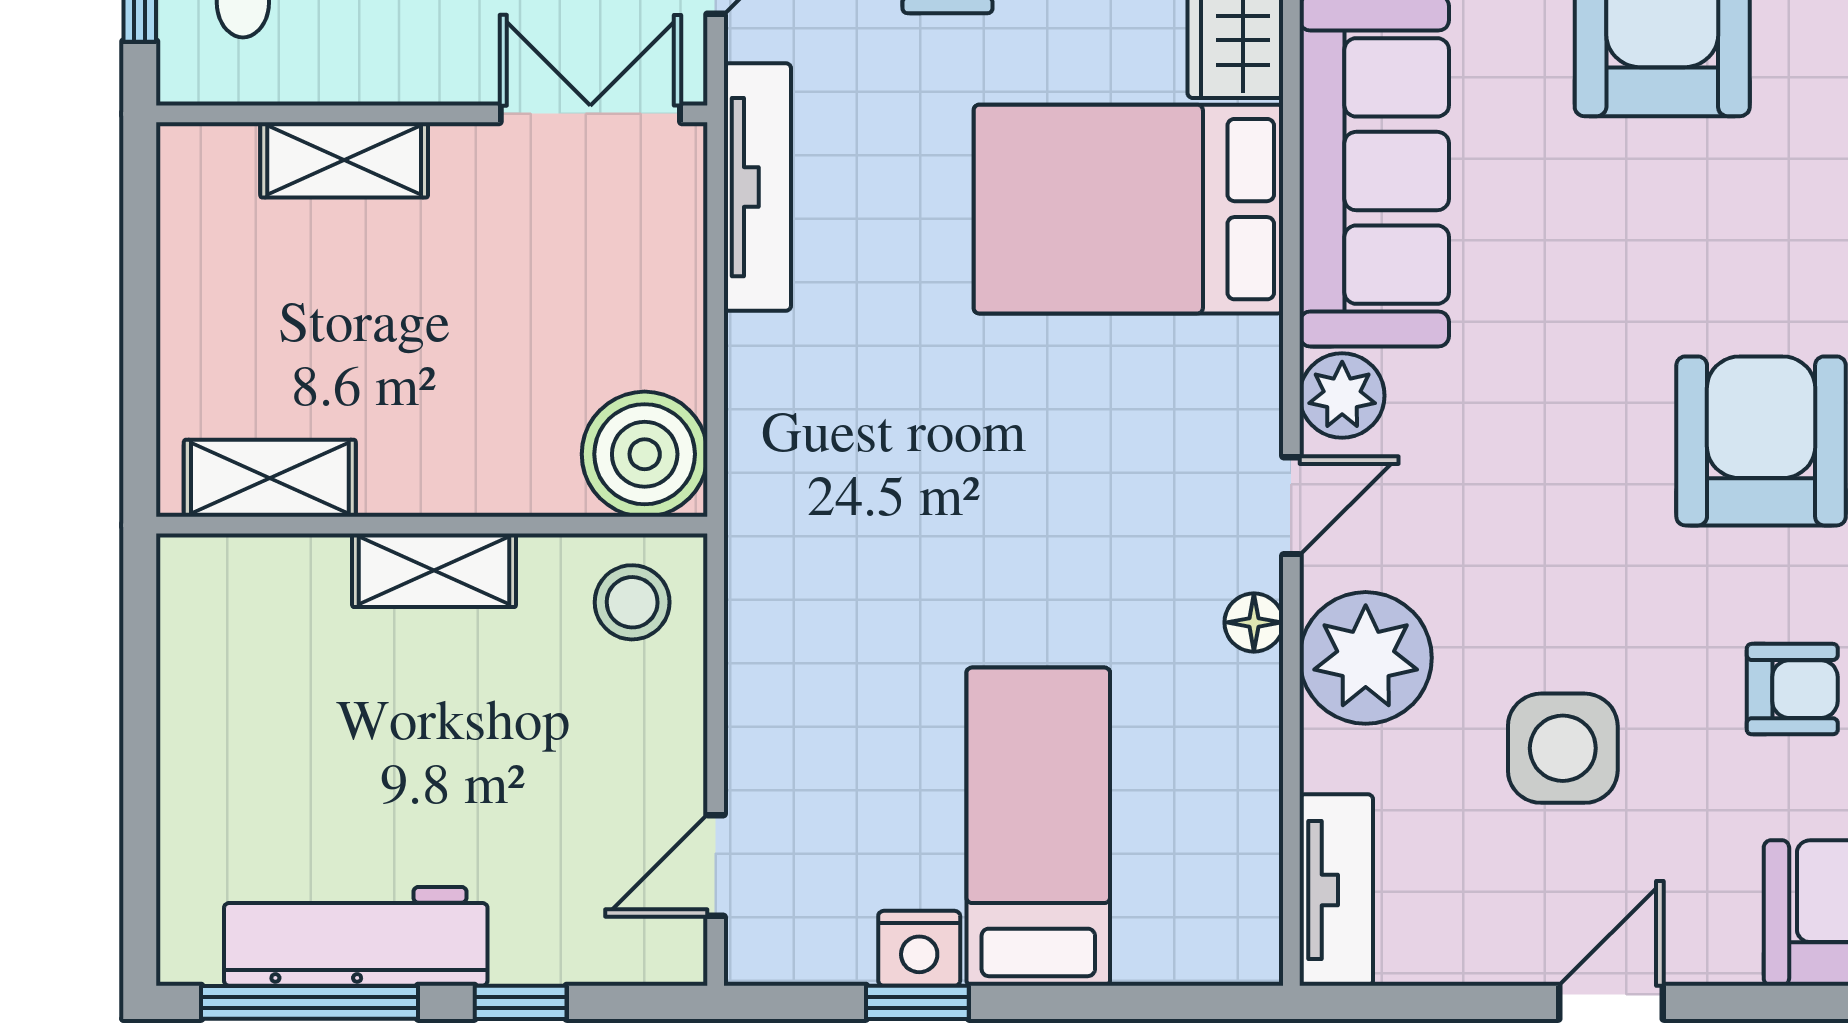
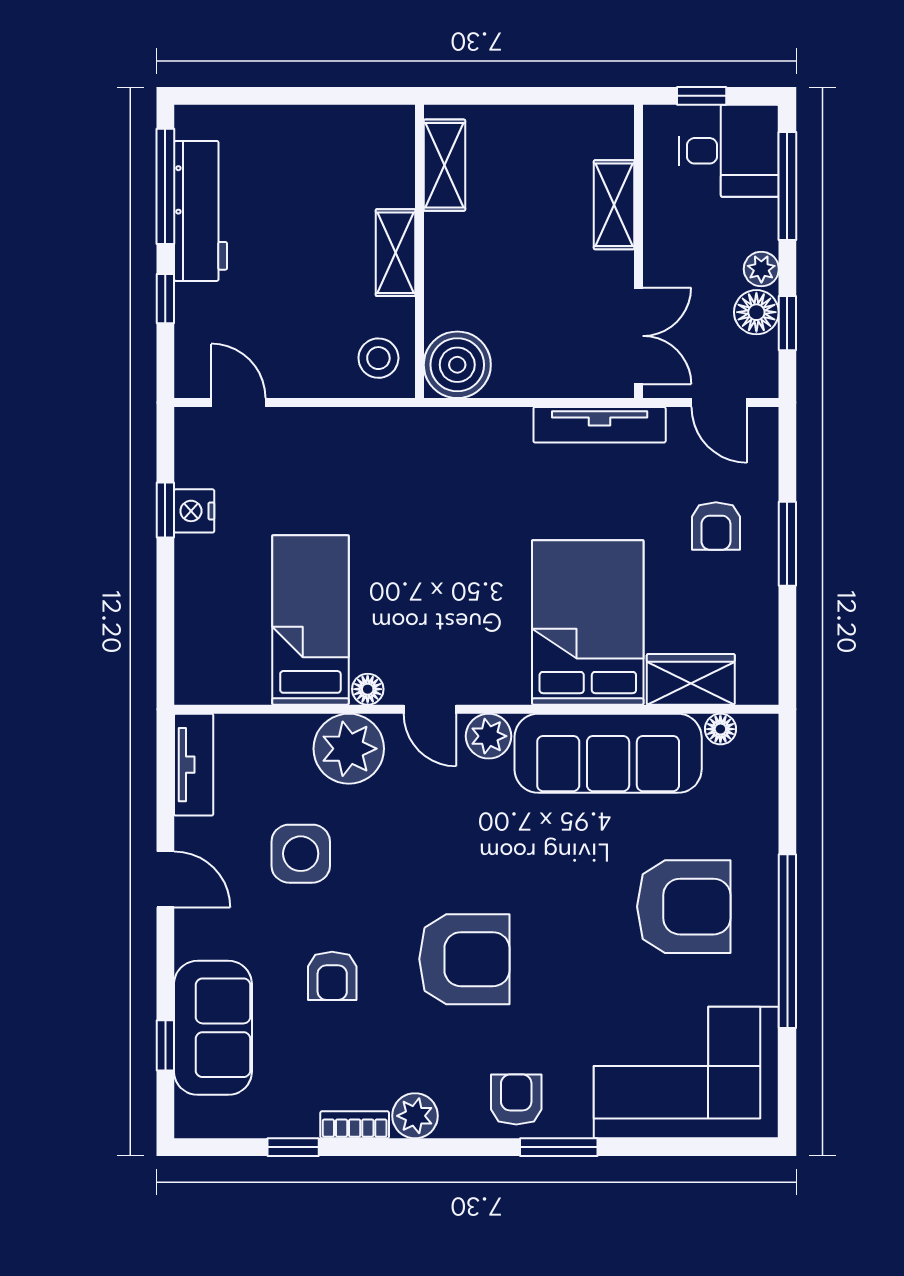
bed: (1038, 827) -> (310, 620), moved, turned -90
tv unit: (1336, 890) -> (194, 765), moved, turned -90

